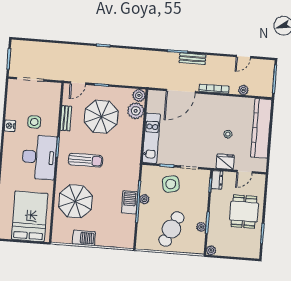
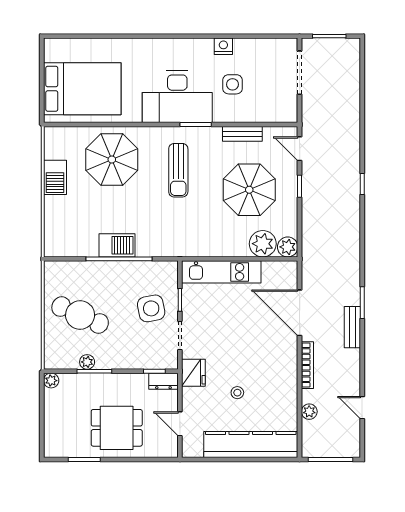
fridge: (225, 162) -> (193, 373), moved
plant: (144, 199) -> (124, 268), removed

